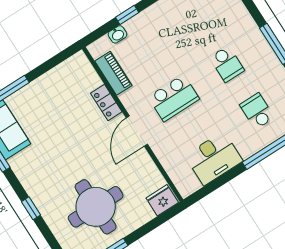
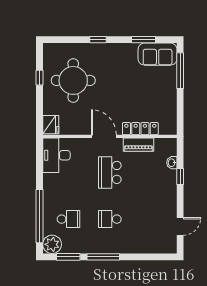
piano: (113, 73) -> (138, 145), moved
locker: (106, 102) -> (140, 129), width x1.53
desk: (214, 158) -> (56, 155), moved

